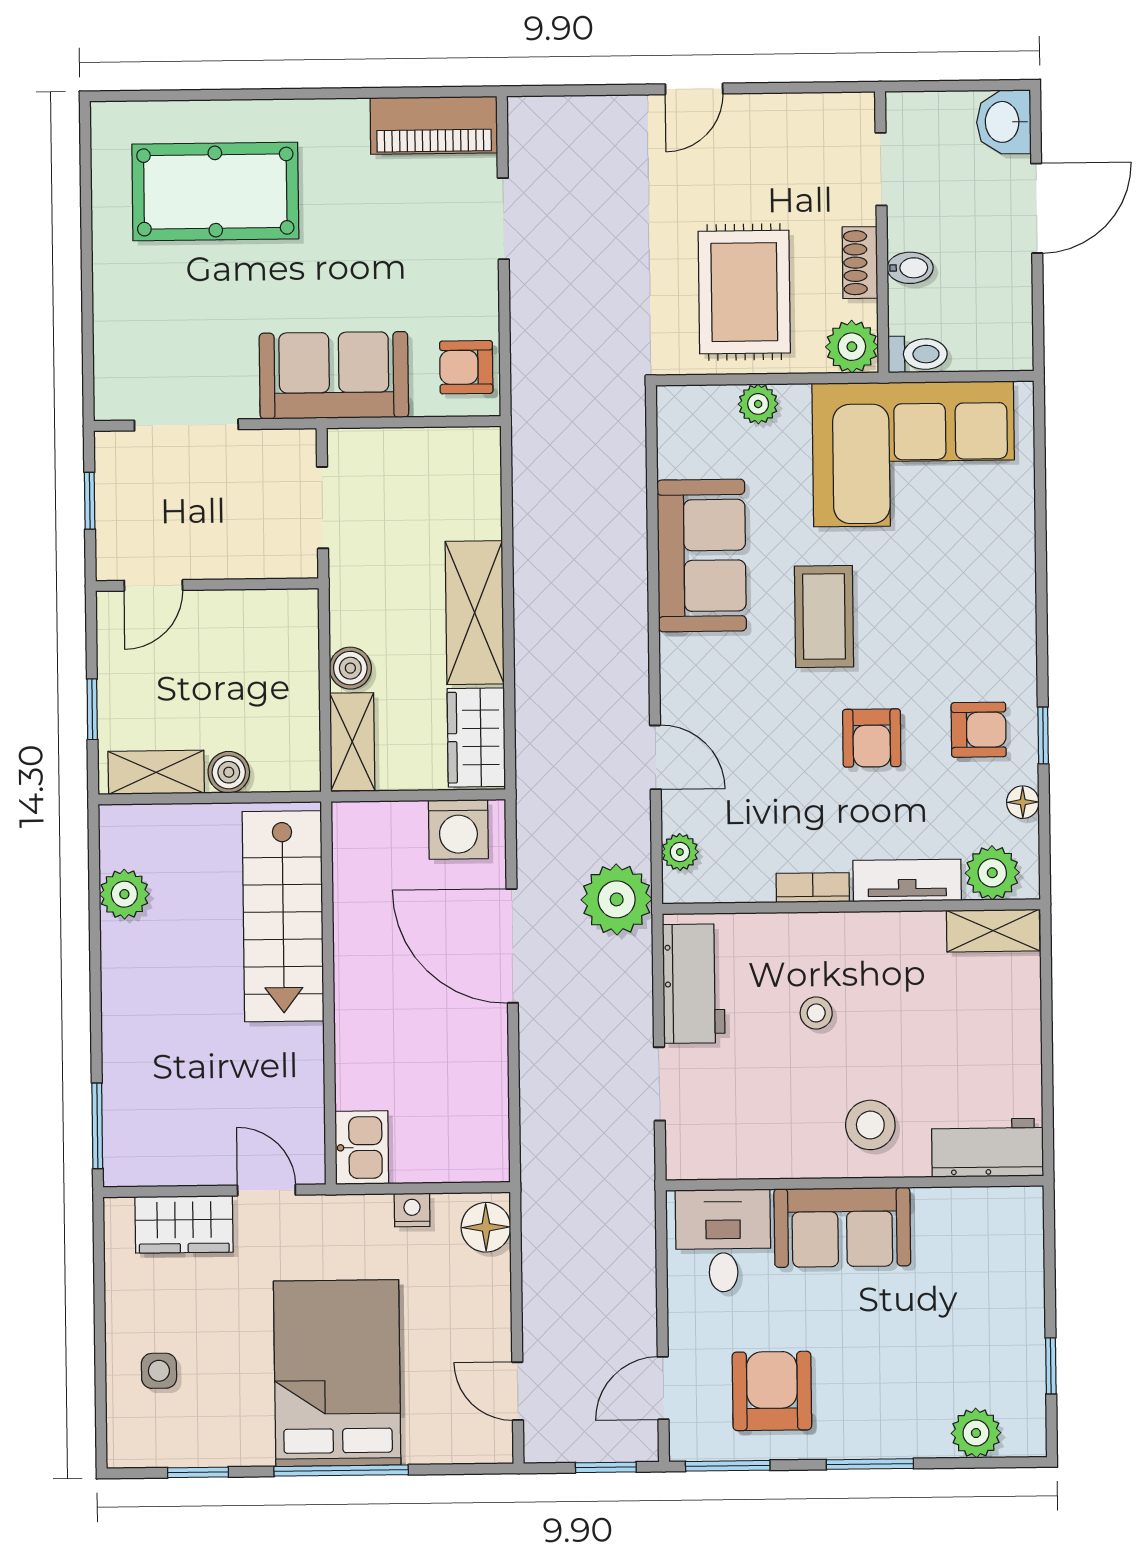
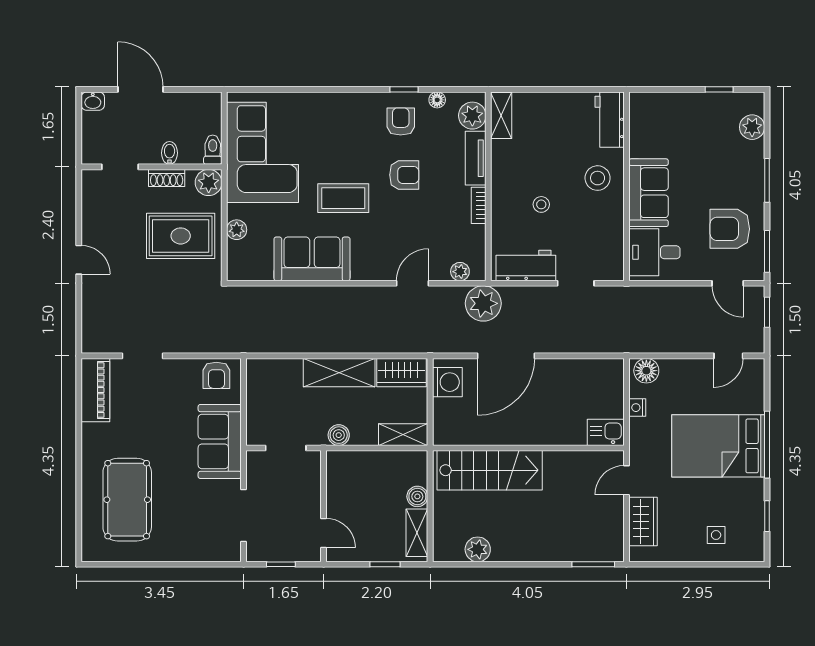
washbasin: (1004, 122) -> (93, 101), width x0.72, depth x0.69
boiler: (350, 668) -> (339, 435), moved

